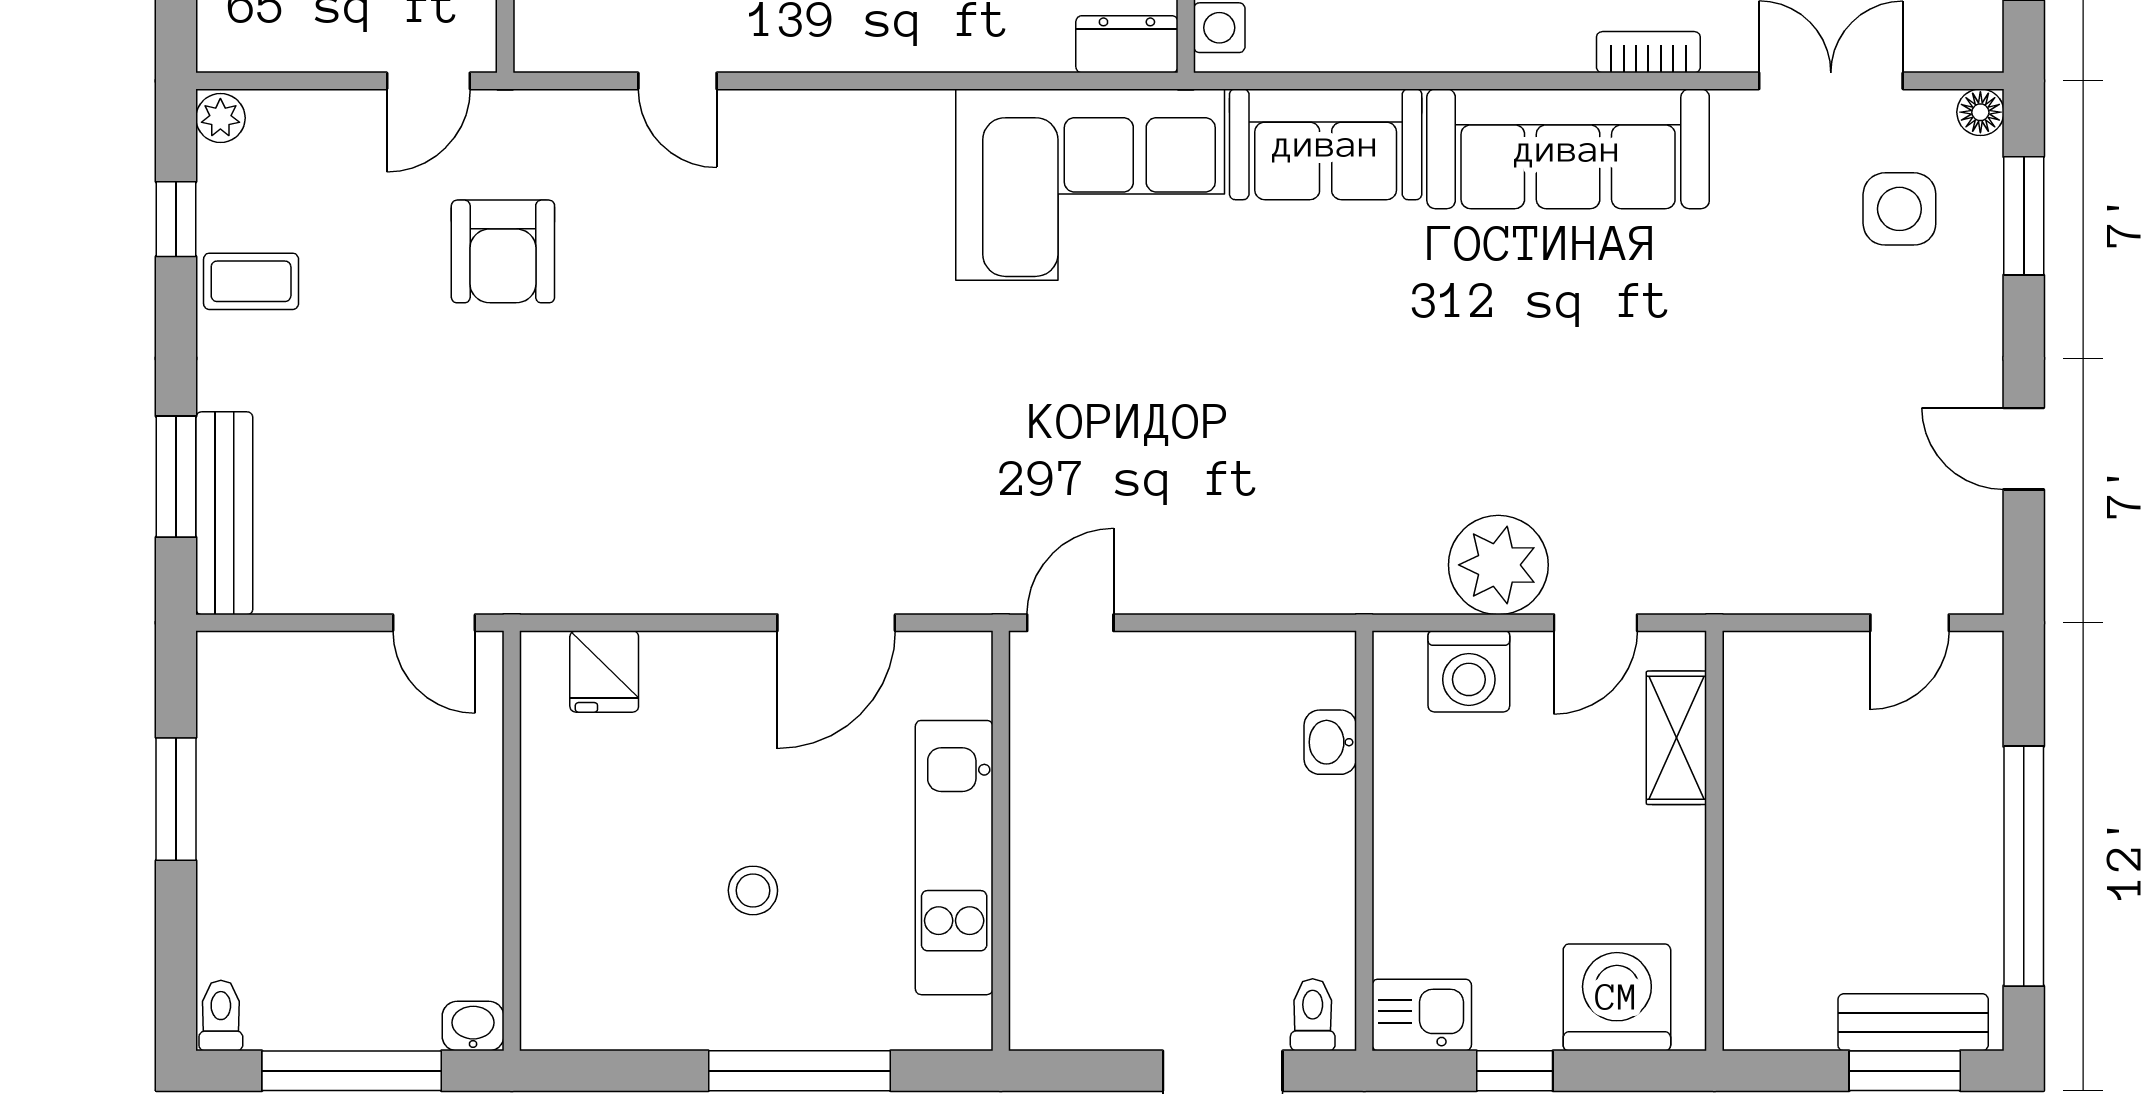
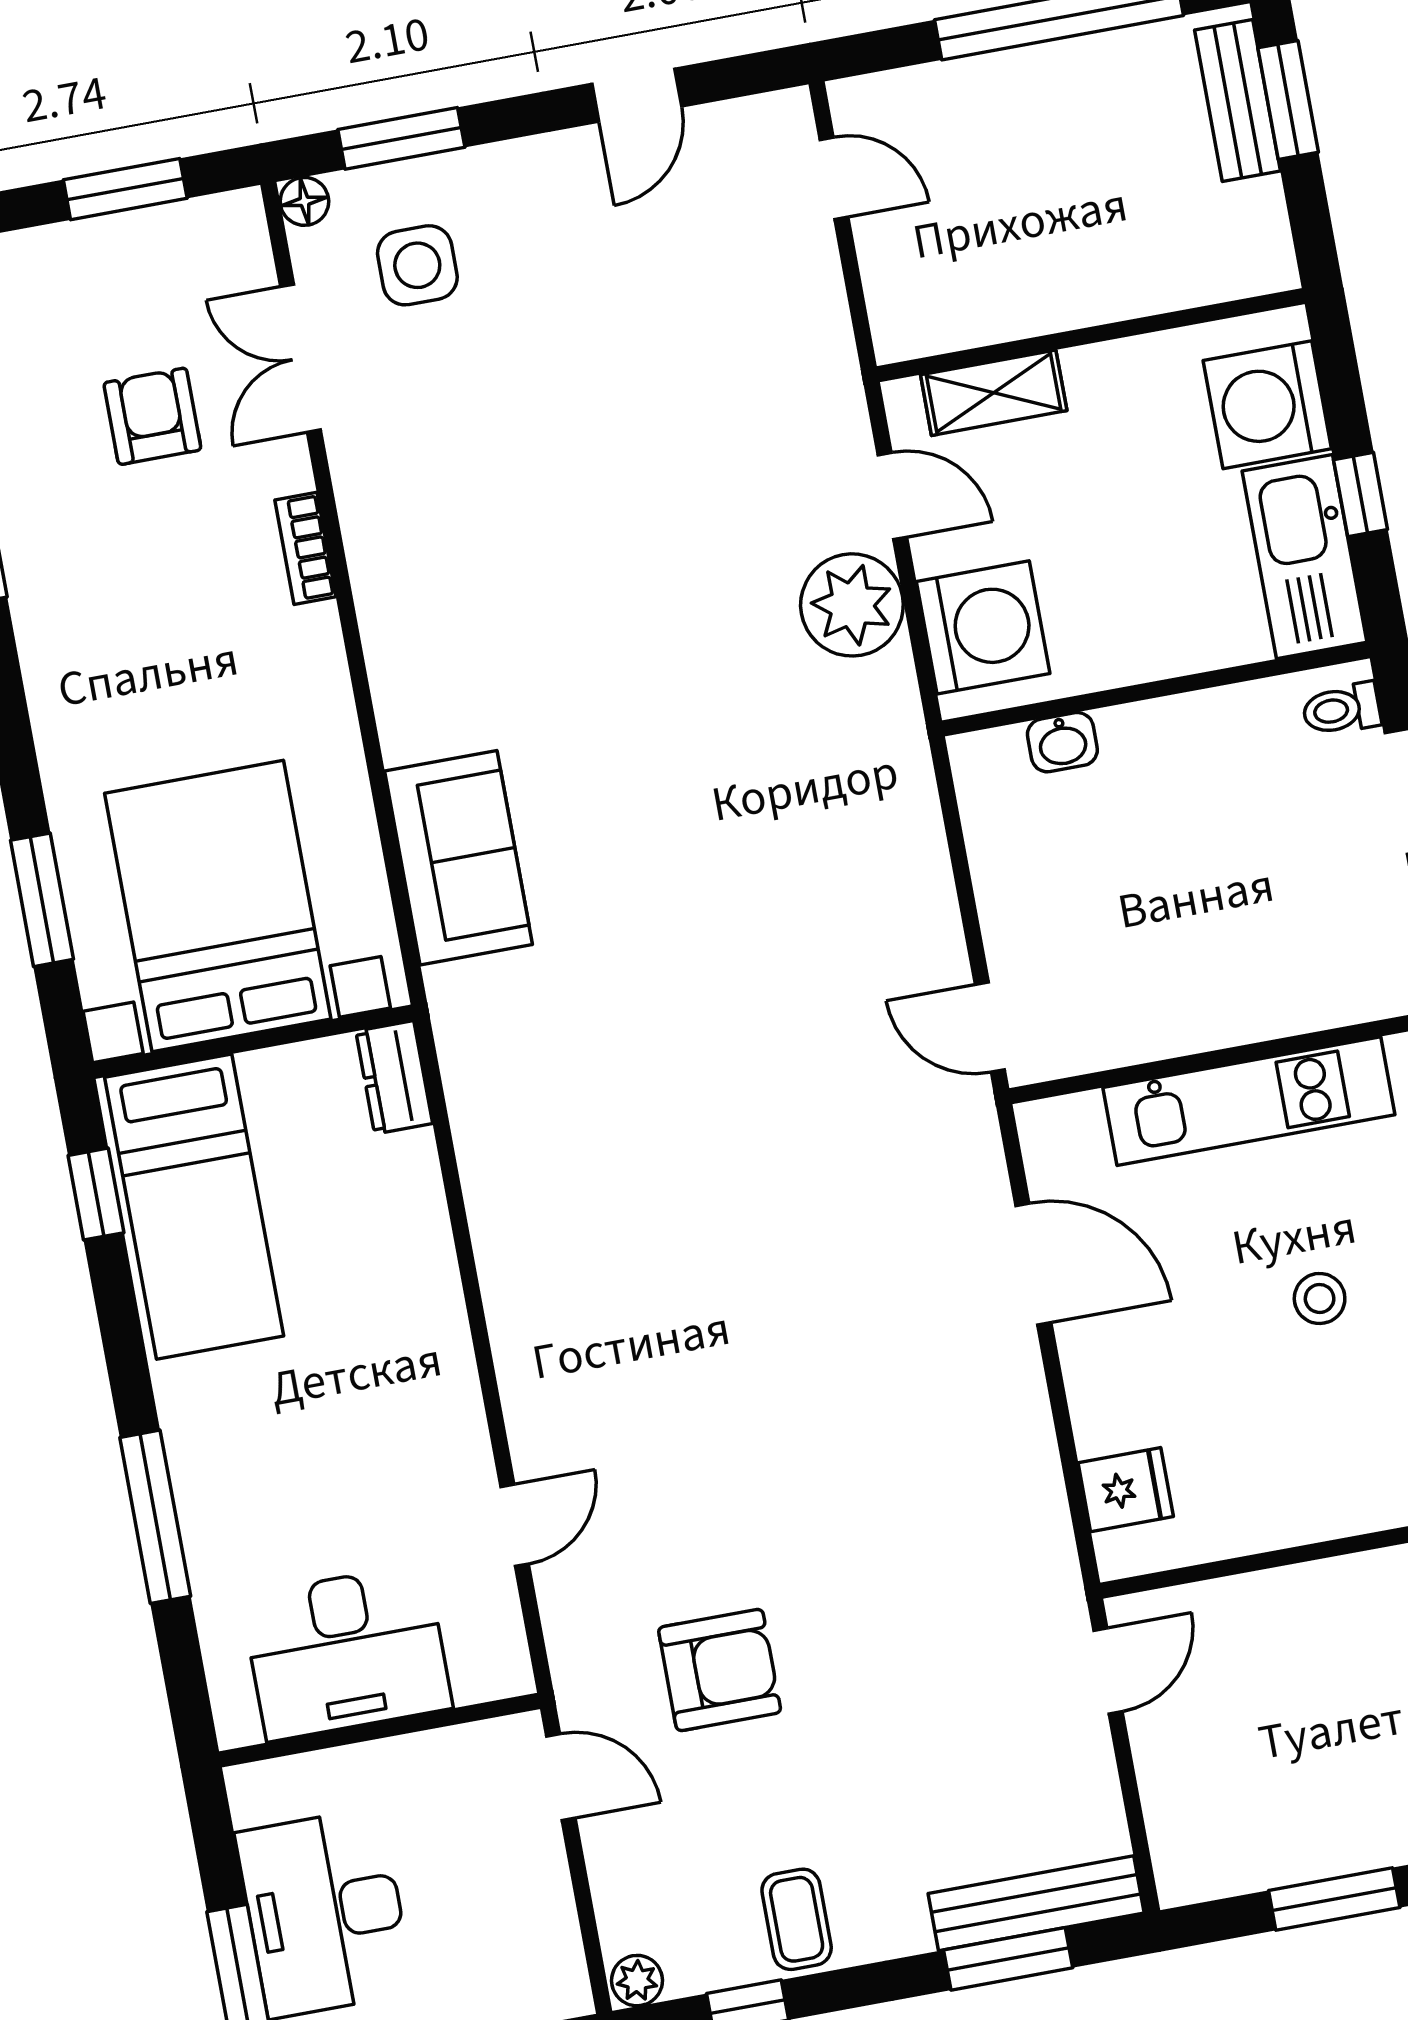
sofa: (1568, 149) -> (418, 612), removed
corner sofa: (1090, 185) -> (543, 1088), removed
washing machine: (1469, 671) -> (983, 627), width x1.37, depth x1.37
kitchen sink: (1422, 1015) -> (1305, 557), width x1.88, depth x1.24

